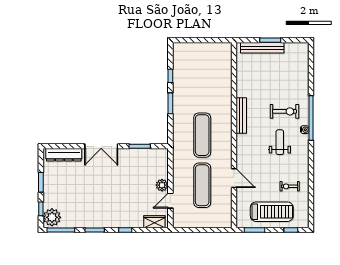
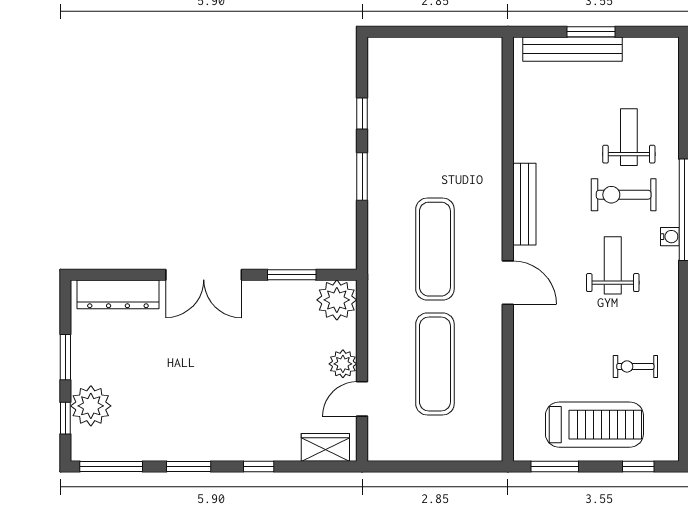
weight bench: (287, 86) -> (629, 137), added
exercise bike: (285, 111) -> (624, 195), turned 180
plant: (159, 157) -> (337, 300), added
door: (234, 178) -> (508, 283), moved
plant: (52, 217) -> (91, 406), moved

